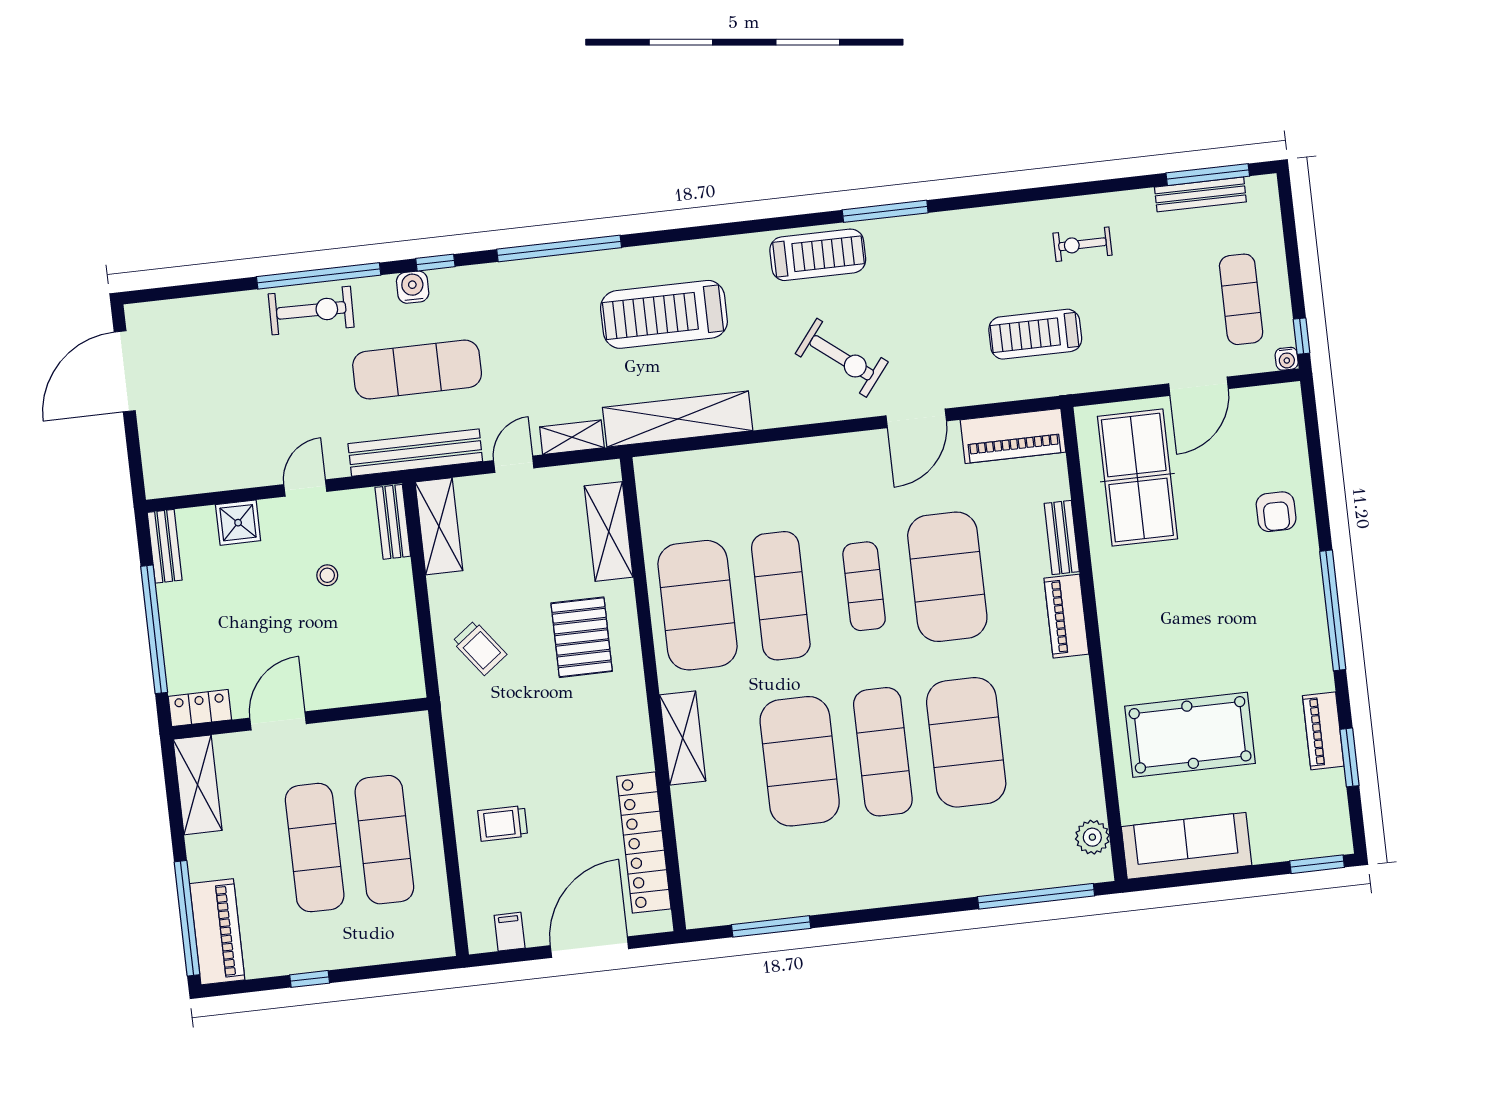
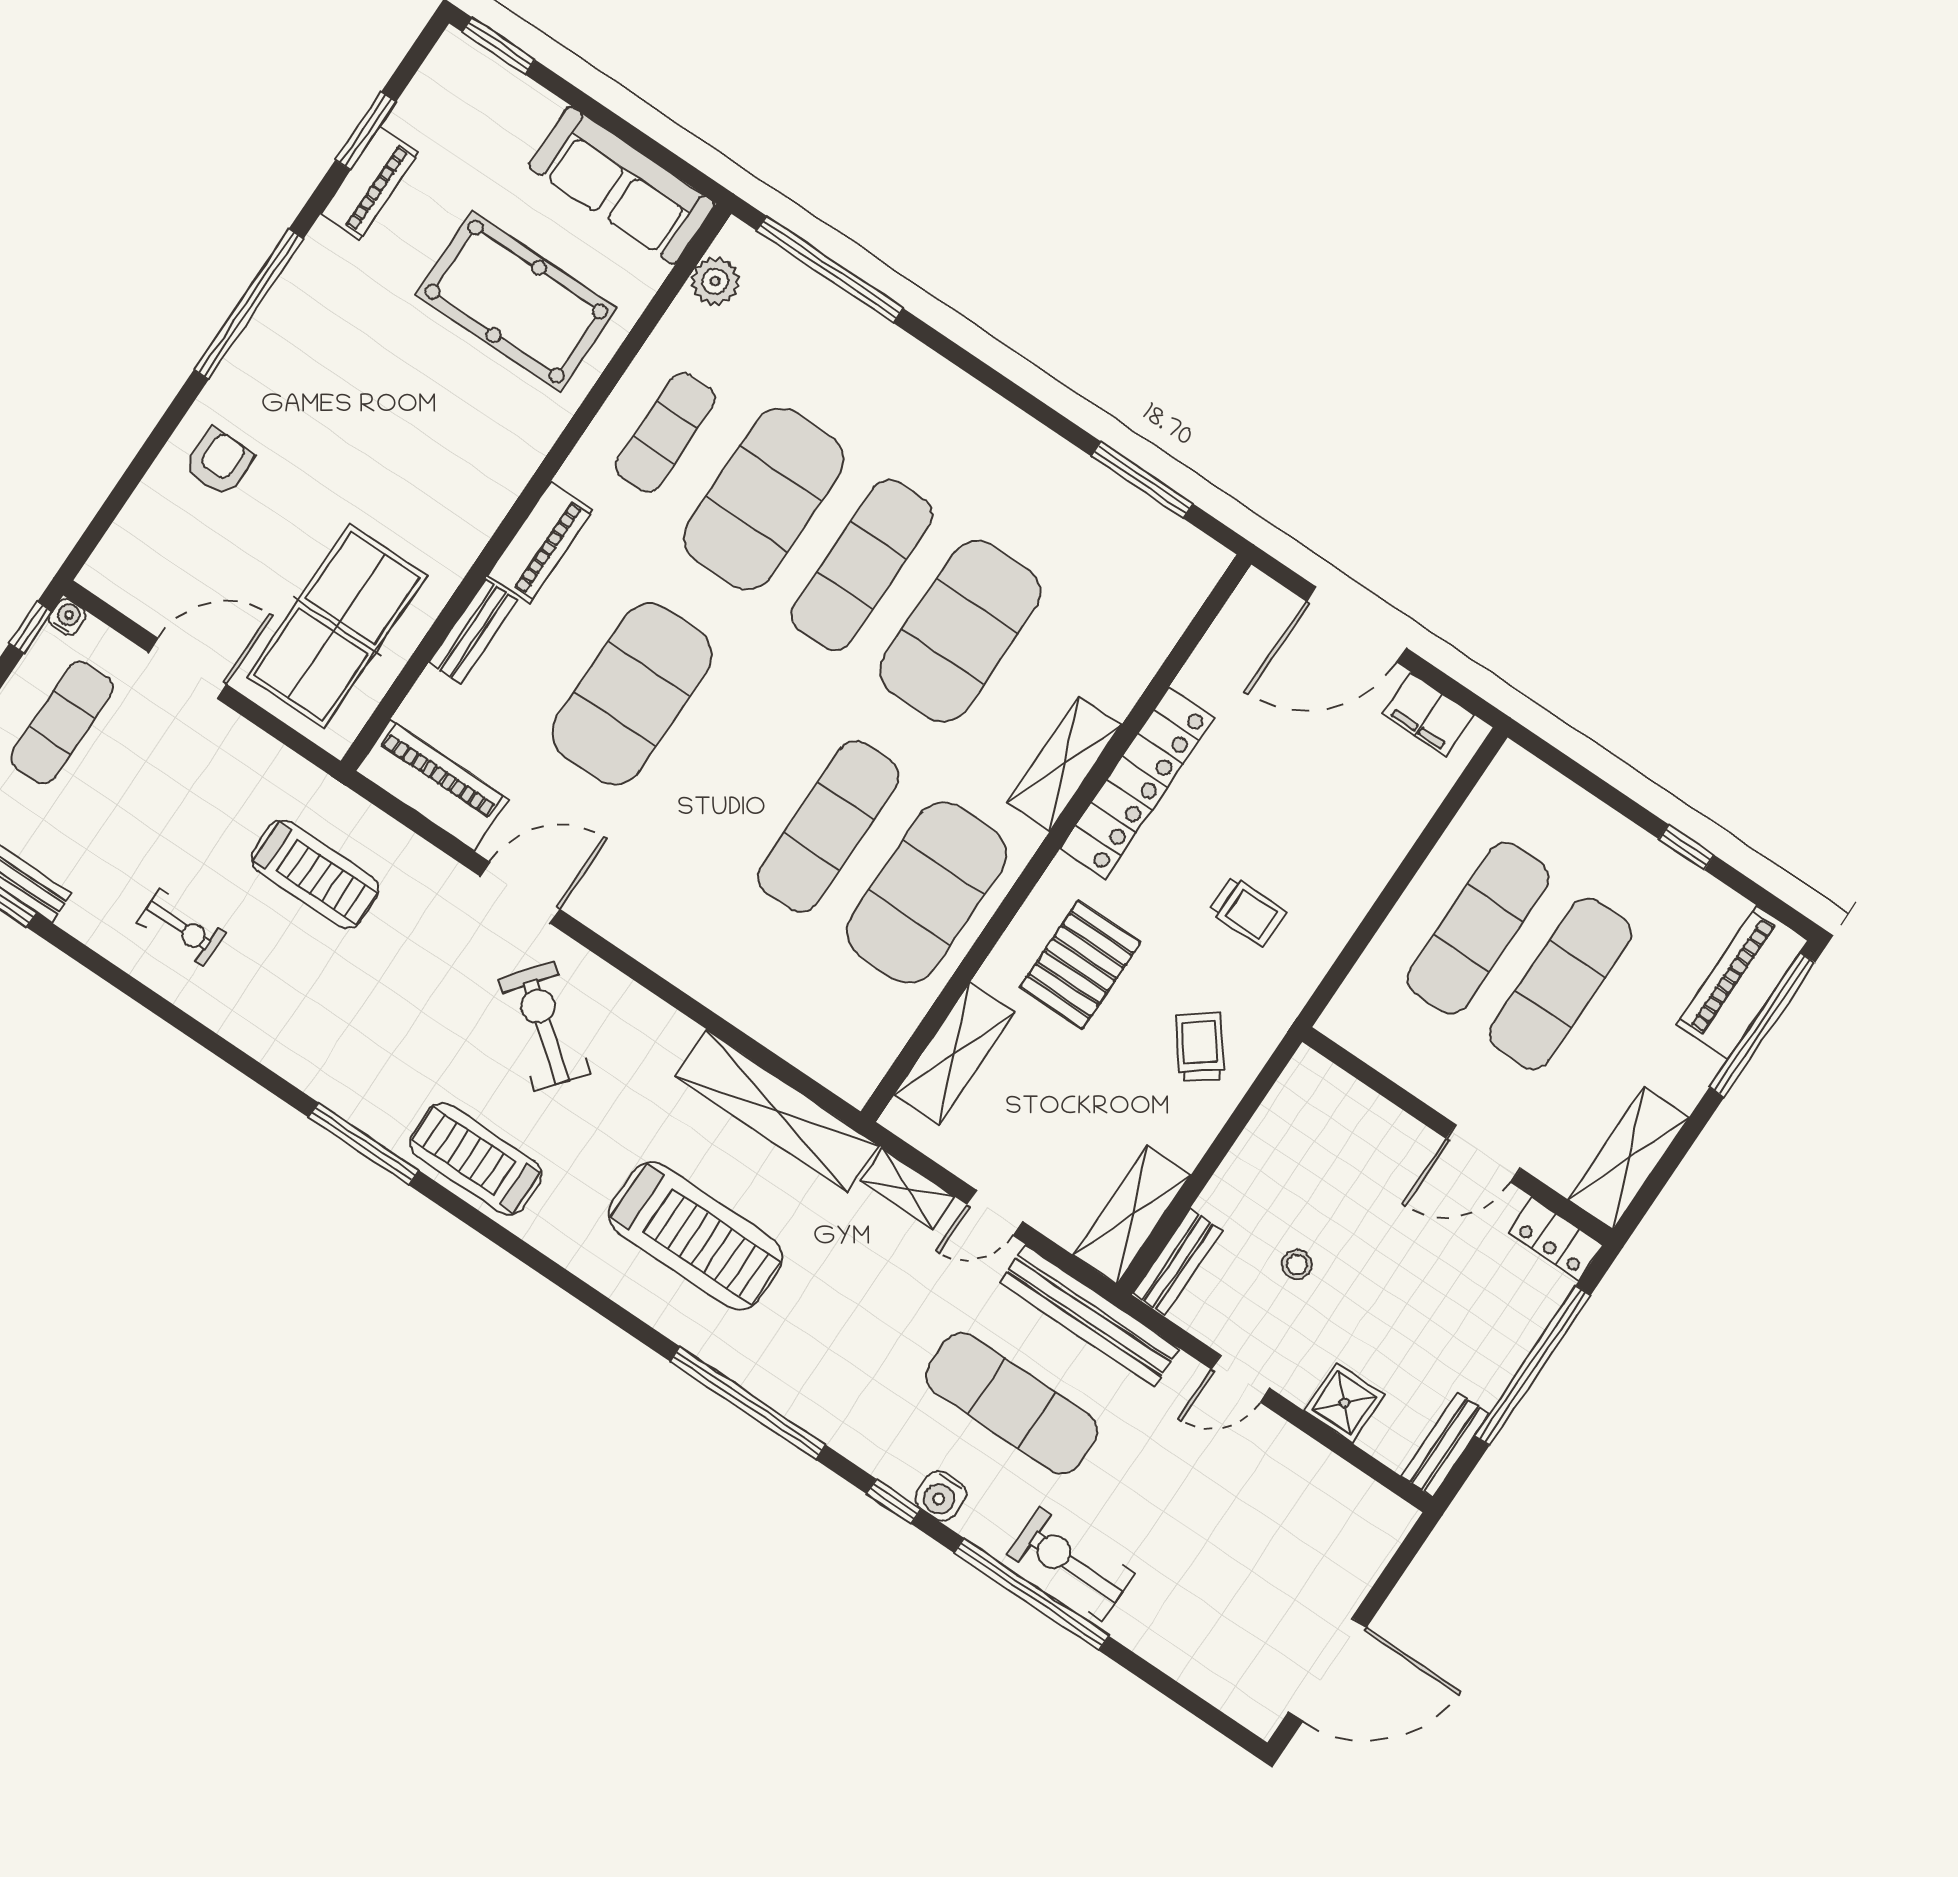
exercise mat: (864, 586) -> (665, 433), moved
trolley: (503, 823) -> (1248, 911), moved
locker: (644, 843) -> (1137, 783), moved
filing cabinet: (510, 932) -> (1428, 714), width x2.00

